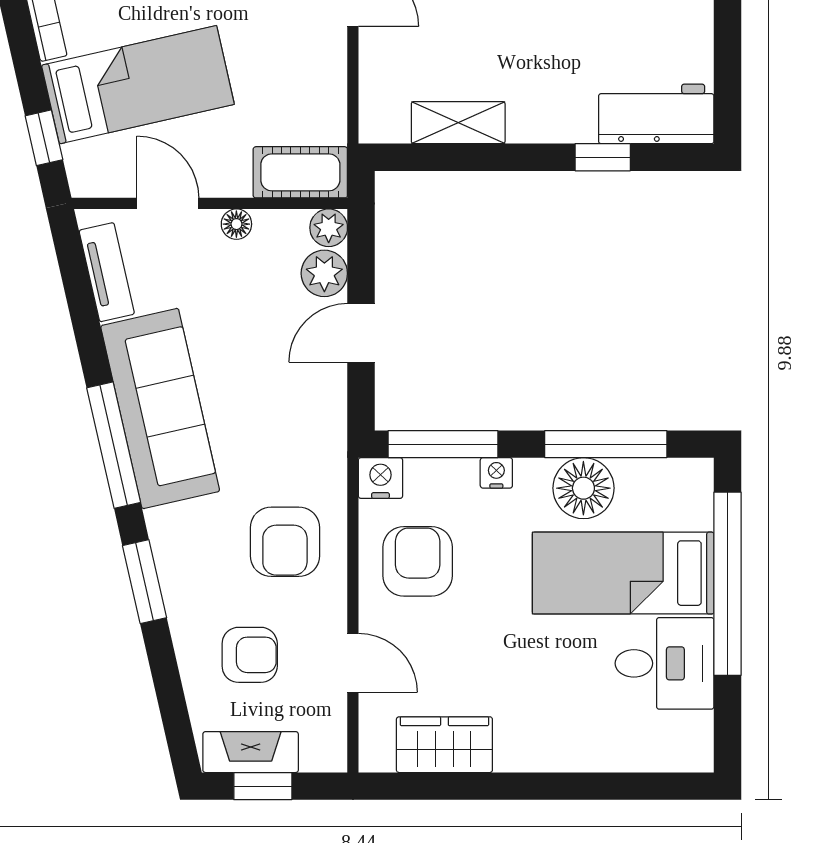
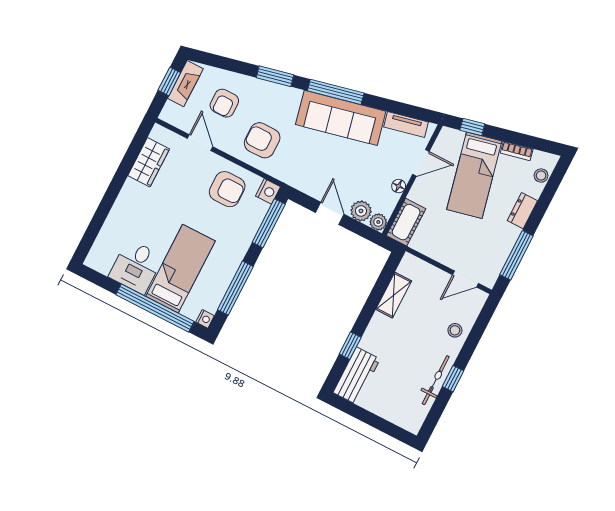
nightstand: (496, 473) -> (205, 319), moved
floor lamp: (583, 488) -> (222, 270), removed
door: (353, 663) -> (200, 143), swing flipped

